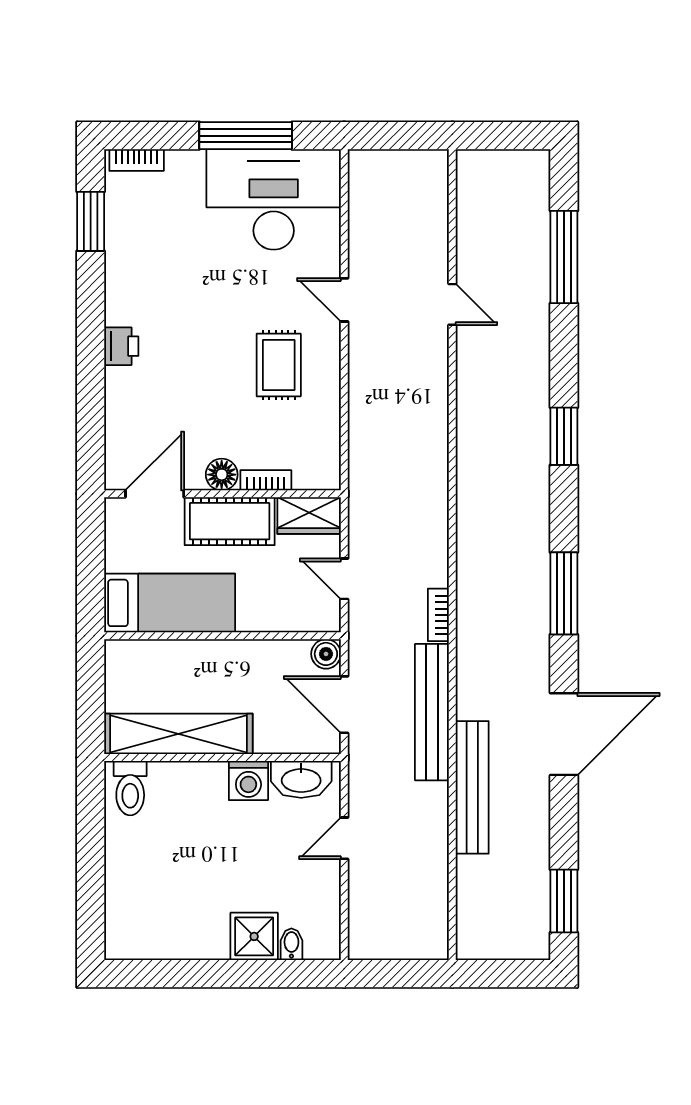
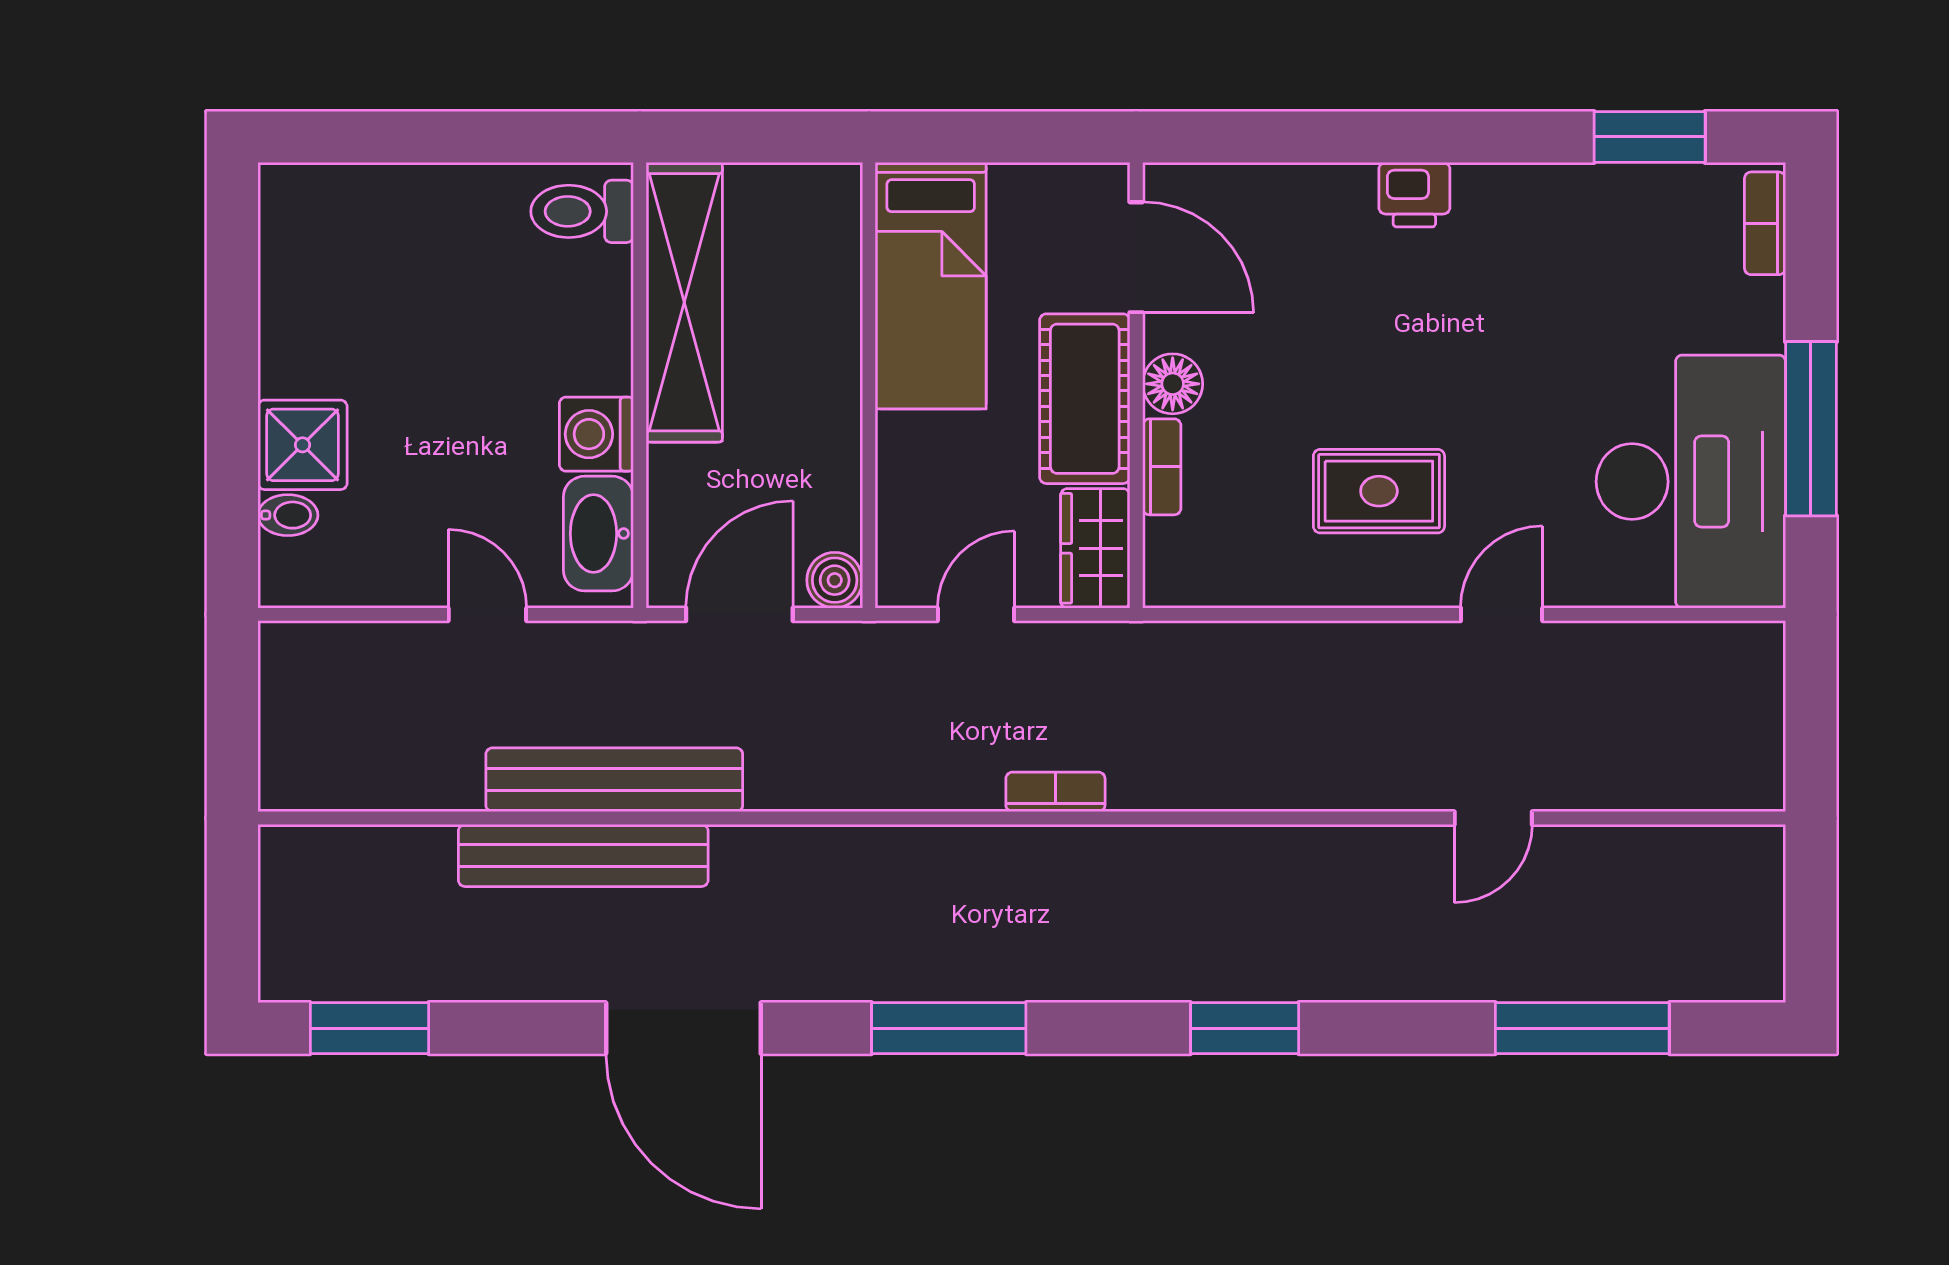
bookcase: (438, 615) -> (1055, 792), moved
bench: (432, 712) -> (614, 780), moved

